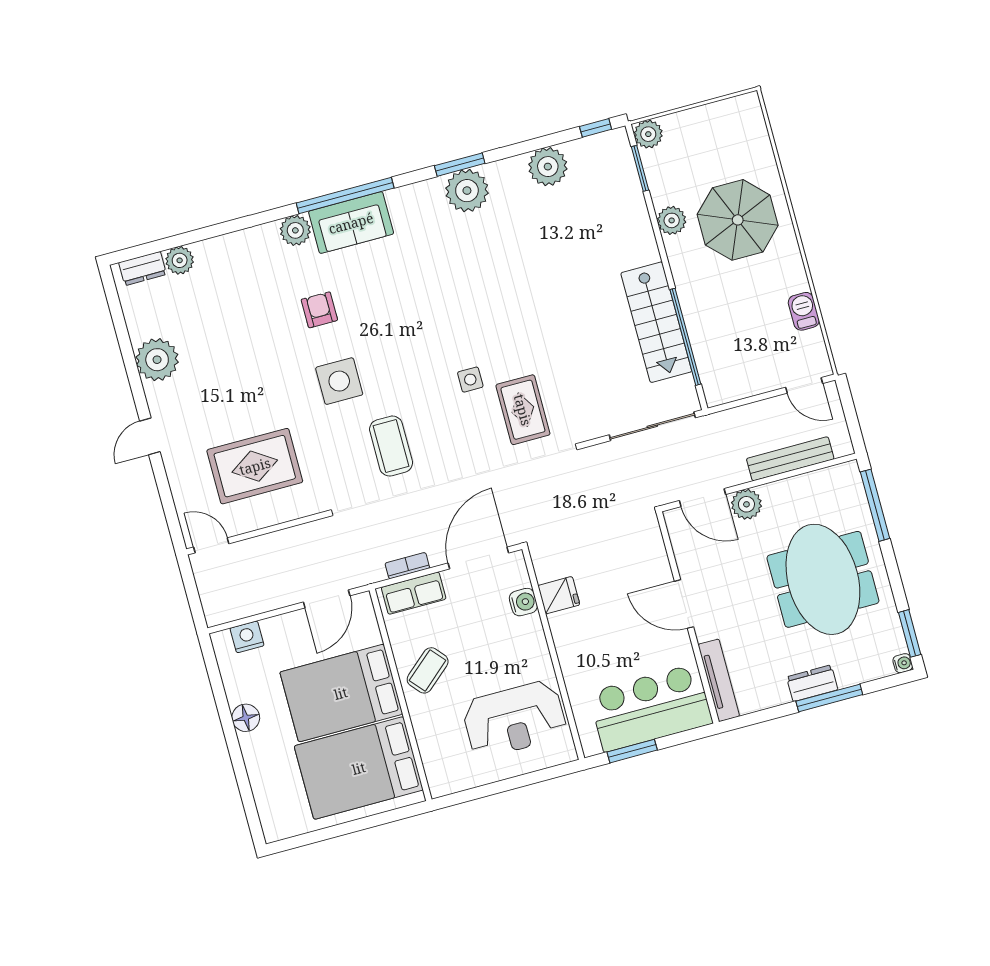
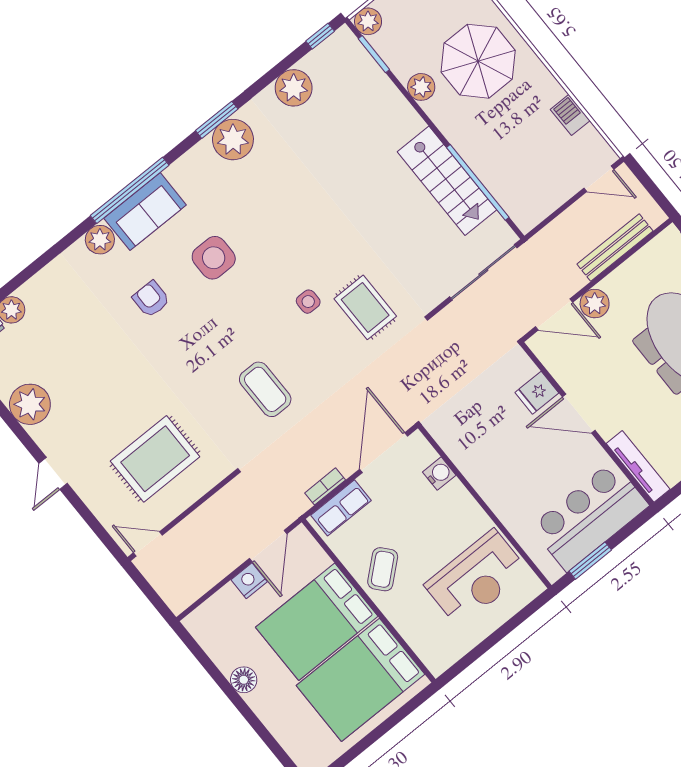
side table: (339, 381) -> (214, 258), moved
fridge: (559, 595) -> (537, 393), moved, turned 180
nightstand: (247, 637) -> (249, 581), moved

